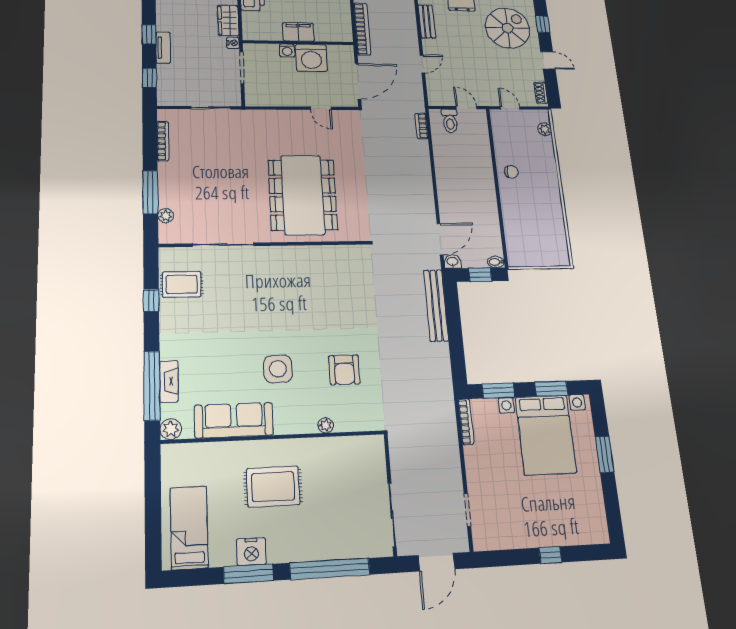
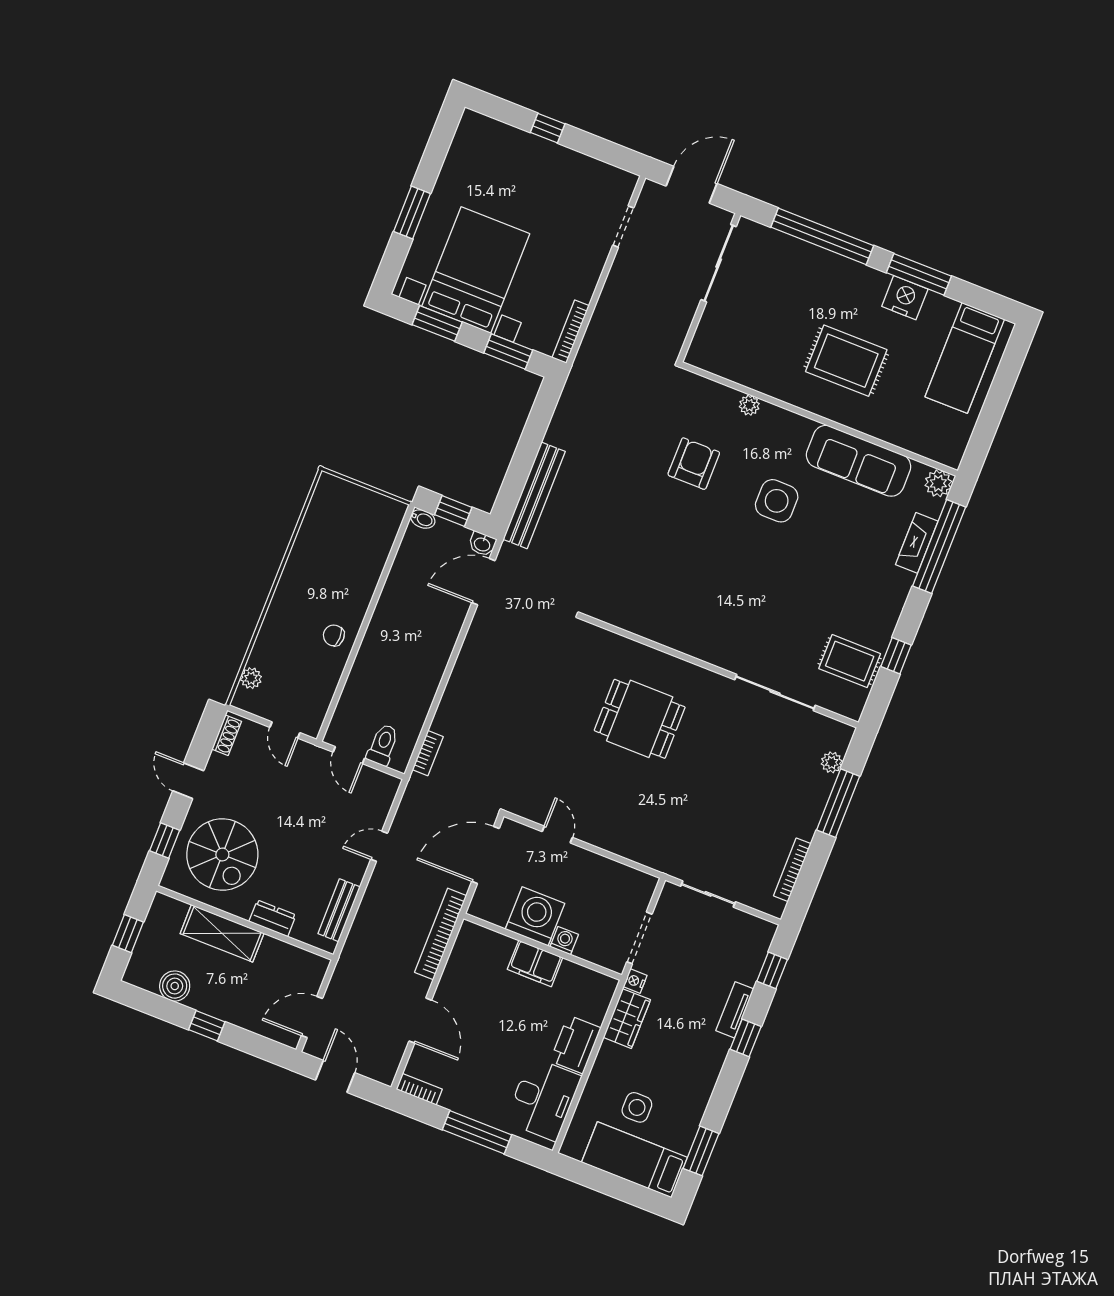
spiral stairs: (507, 28) -> (222, 855), turned -90
dining table: (303, 195) -> (640, 719), width x0.53, depth x0.80

